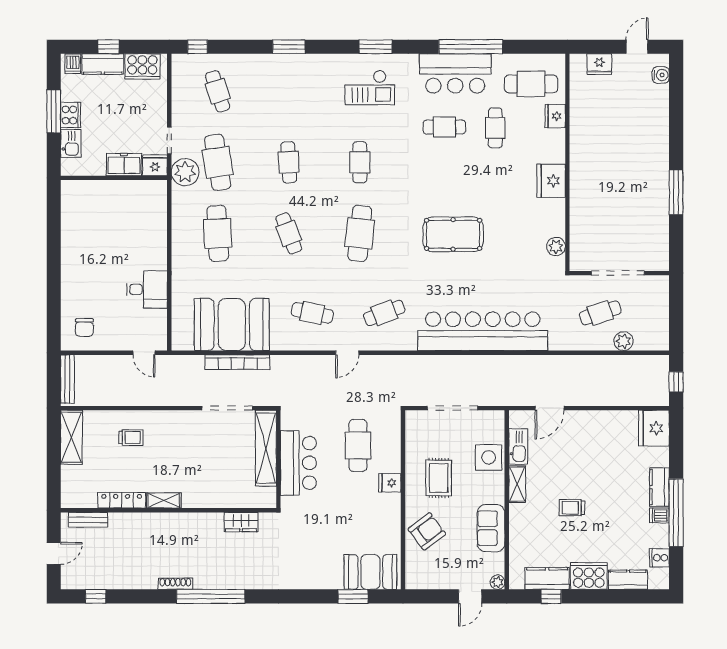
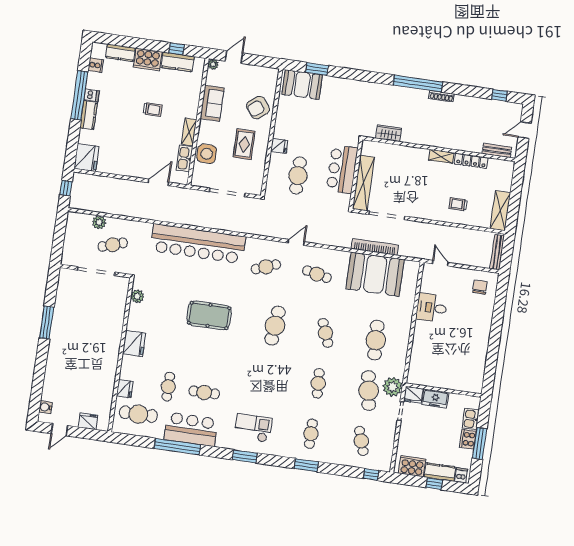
cafe table: (360, 162) -> (311, 434), moved

